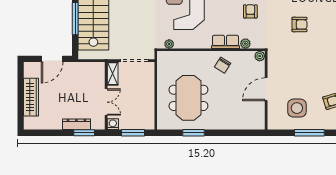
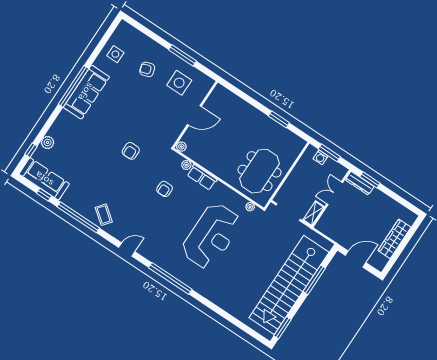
armchair: (300, 24) -> (131, 151), turned -90
chair: (223, 65) -> (217, 160), removed
meeting table: (188, 98) -> (259, 171), moved
dresser: (76, 124) -> (360, 183), moved
washing machine: (113, 124) -> (321, 157), moved

